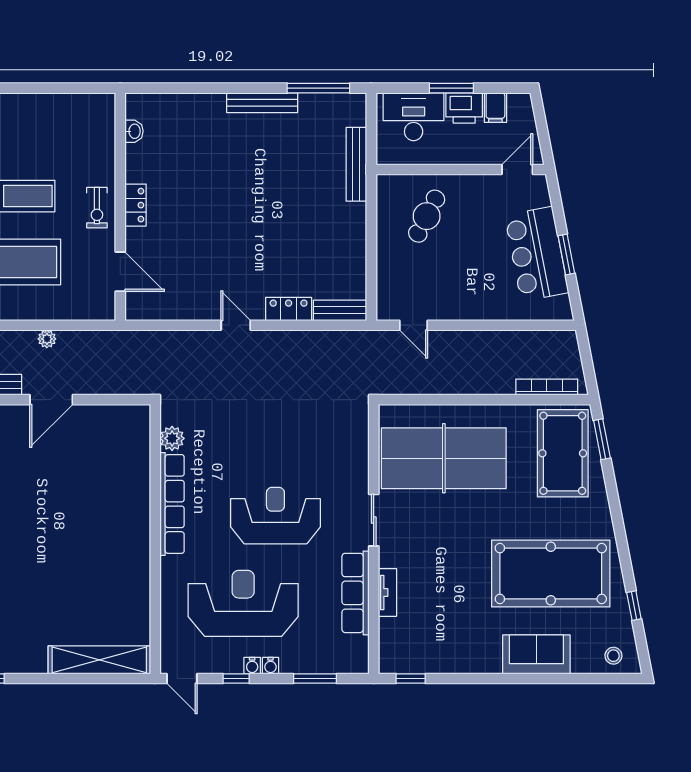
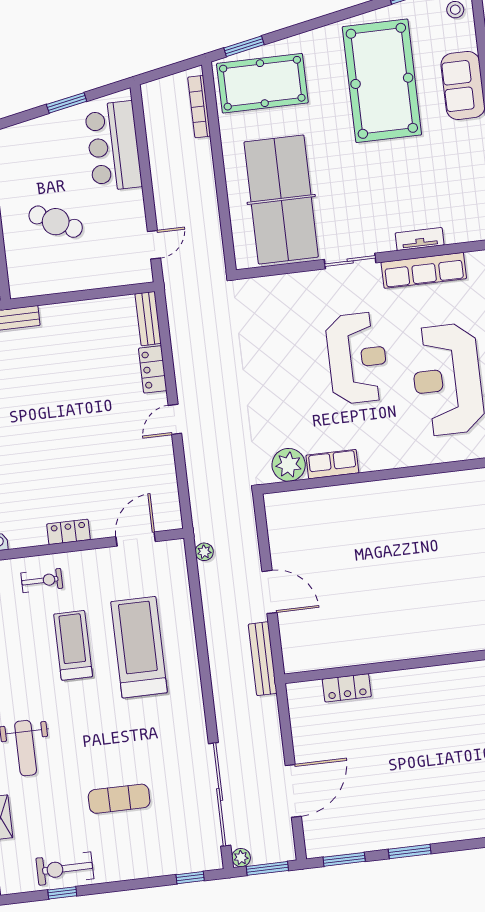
exercise bike: (97, 208) -> (42, 580), moved
cafe table: (427, 216) -> (56, 222), moved
bar counter: (537, 254) -> (113, 146), moved, turned 101
plant: (47, 339) -> (204, 552), moved
plant: (172, 438) -> (289, 465), width x1.36, depth x1.36
row of seats: (172, 504) -> (332, 464), width x0.50
reception desk: (275, 516) -> (357, 358), turned 180

